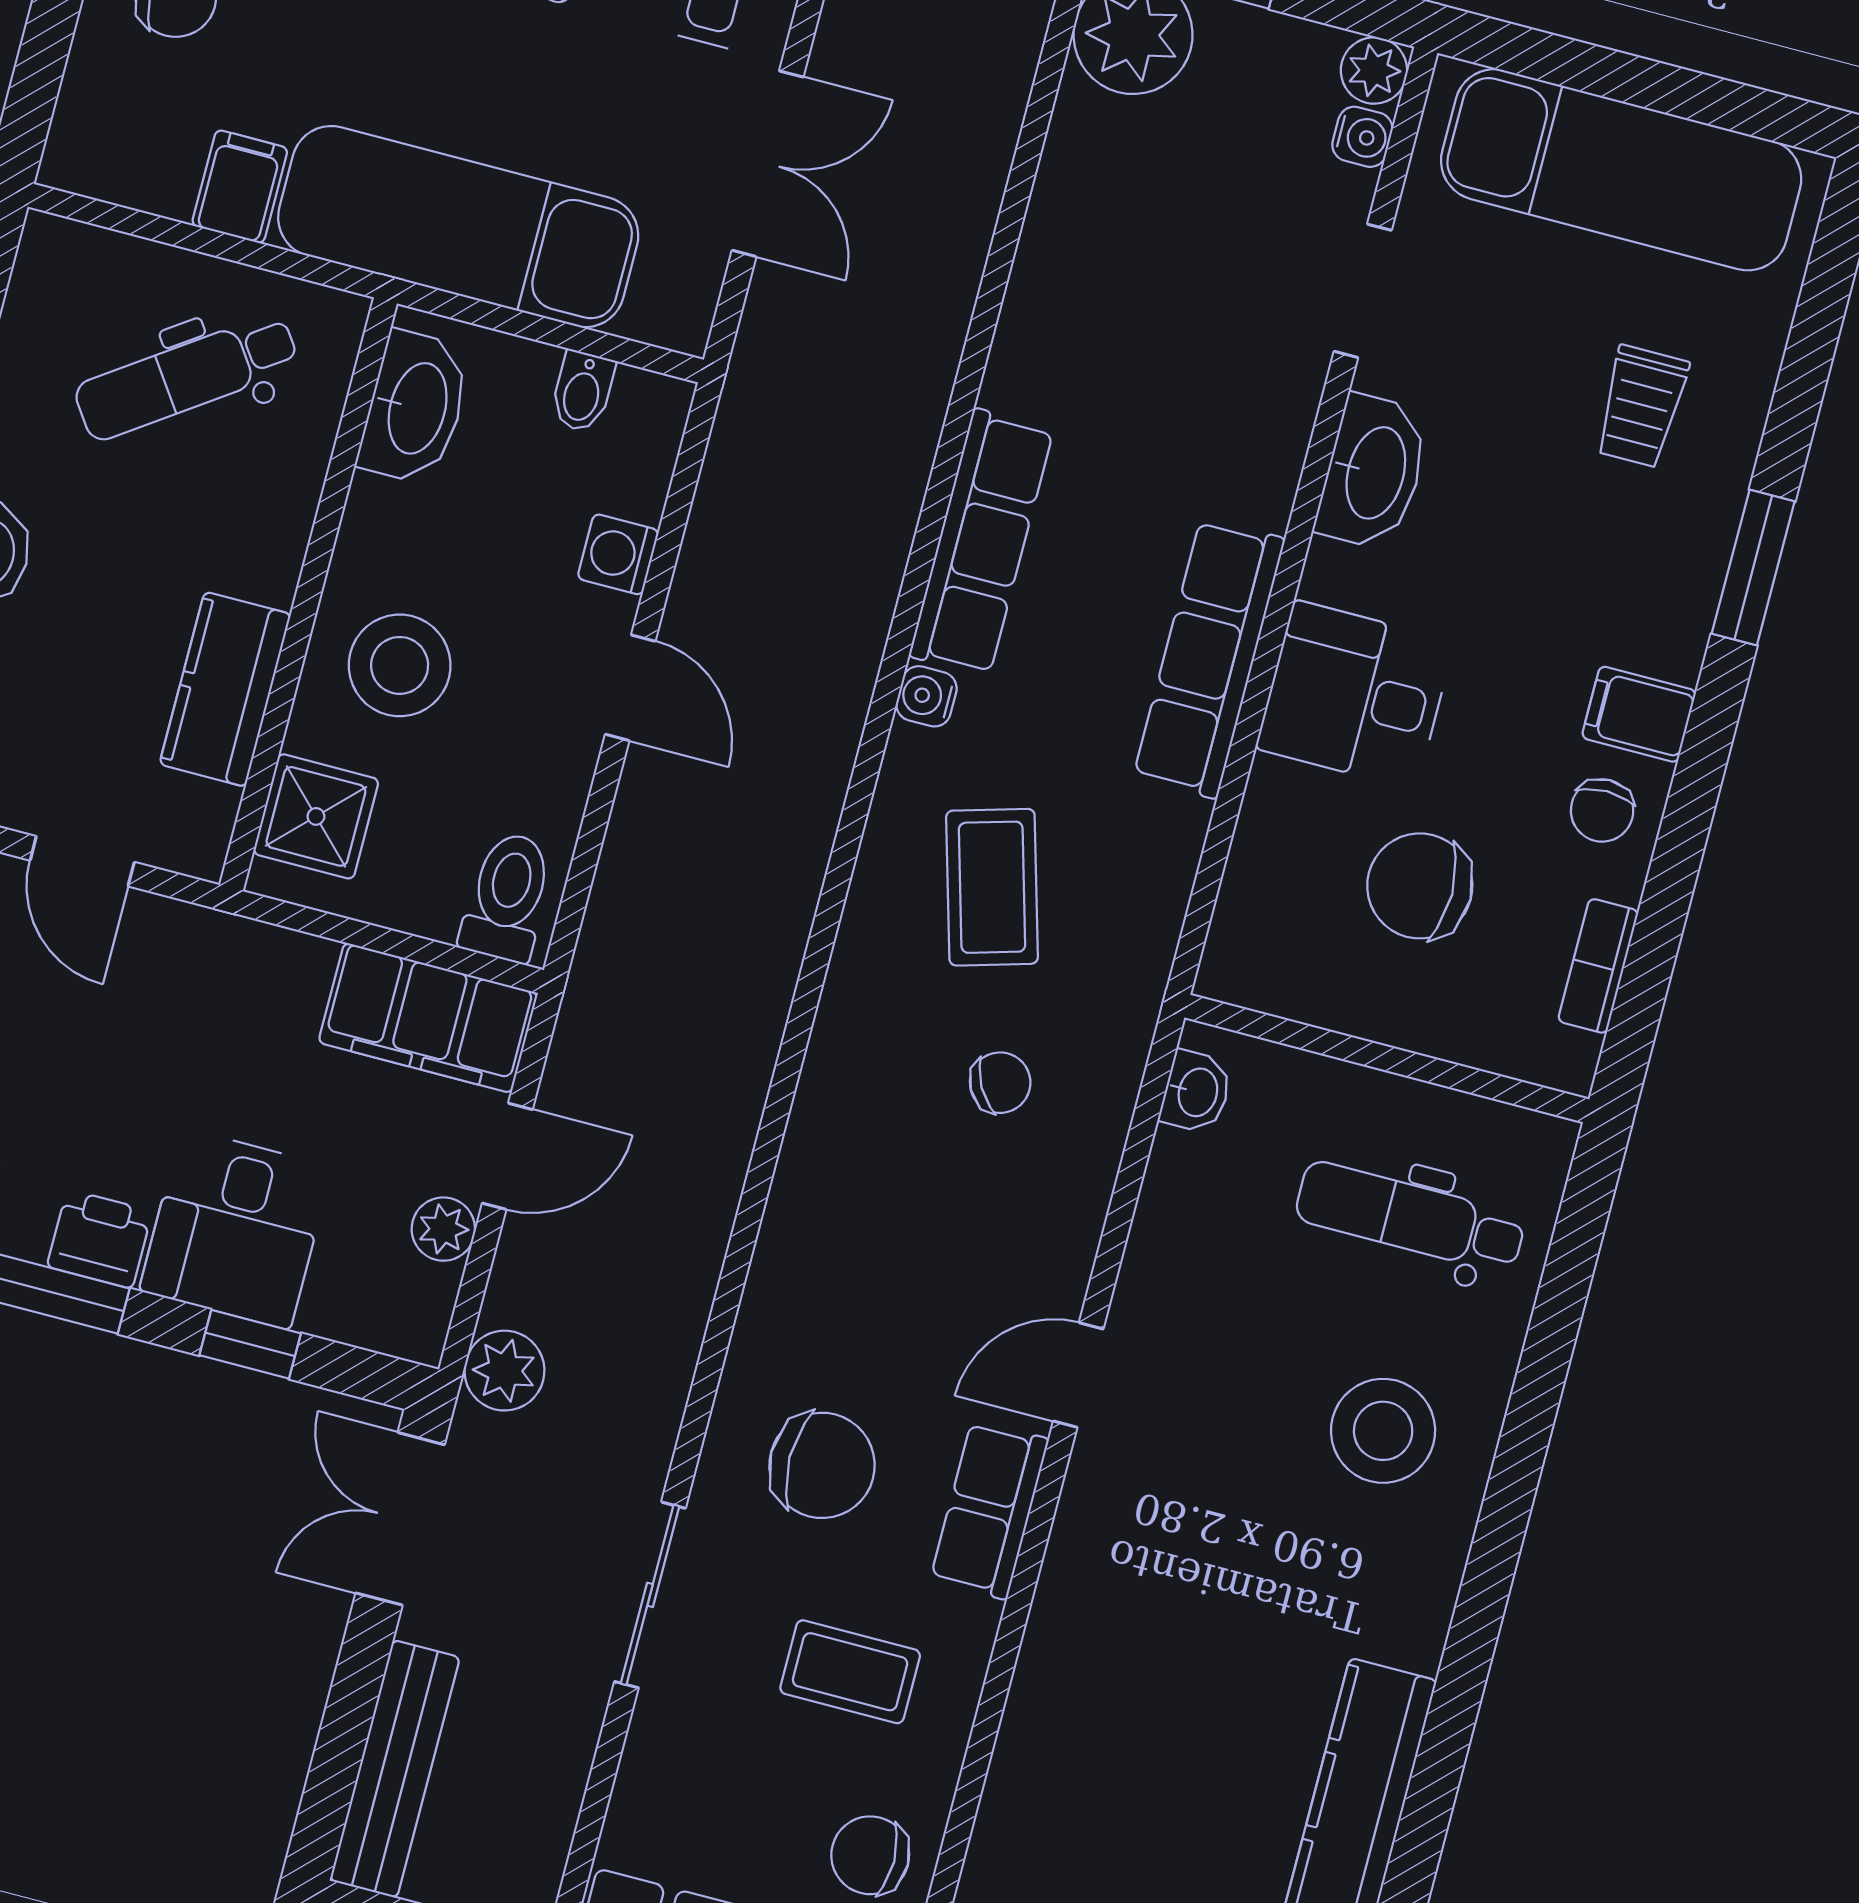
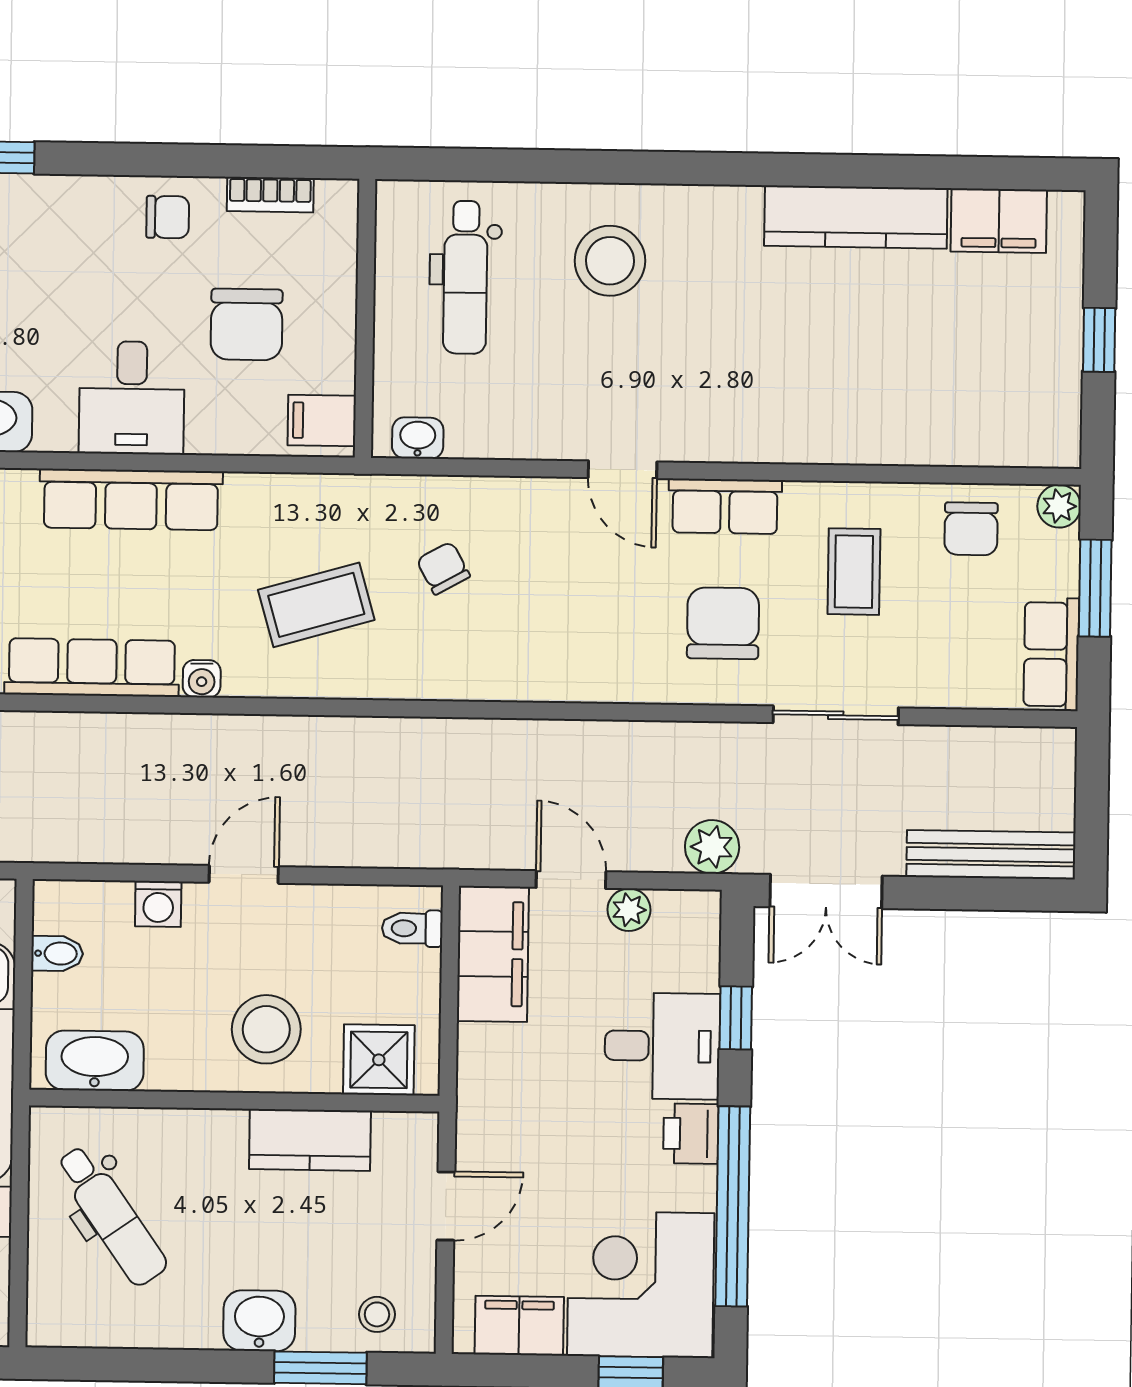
filing cabinet: (1639, 714) -> (322, 420), moved, turned 90
toilet: (507, 897) -> (412, 928), width x0.73, depth x0.72

